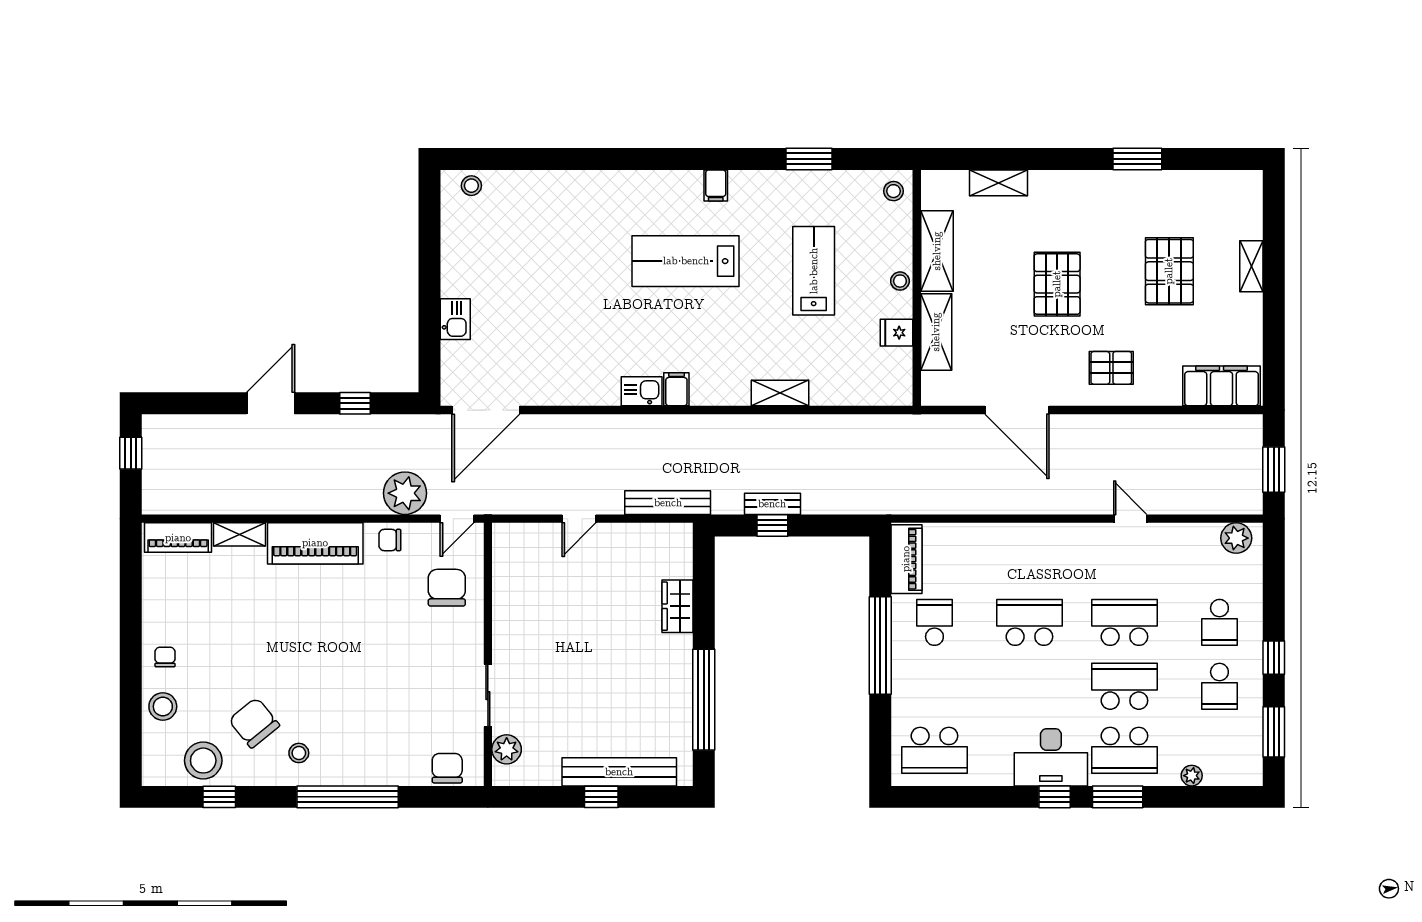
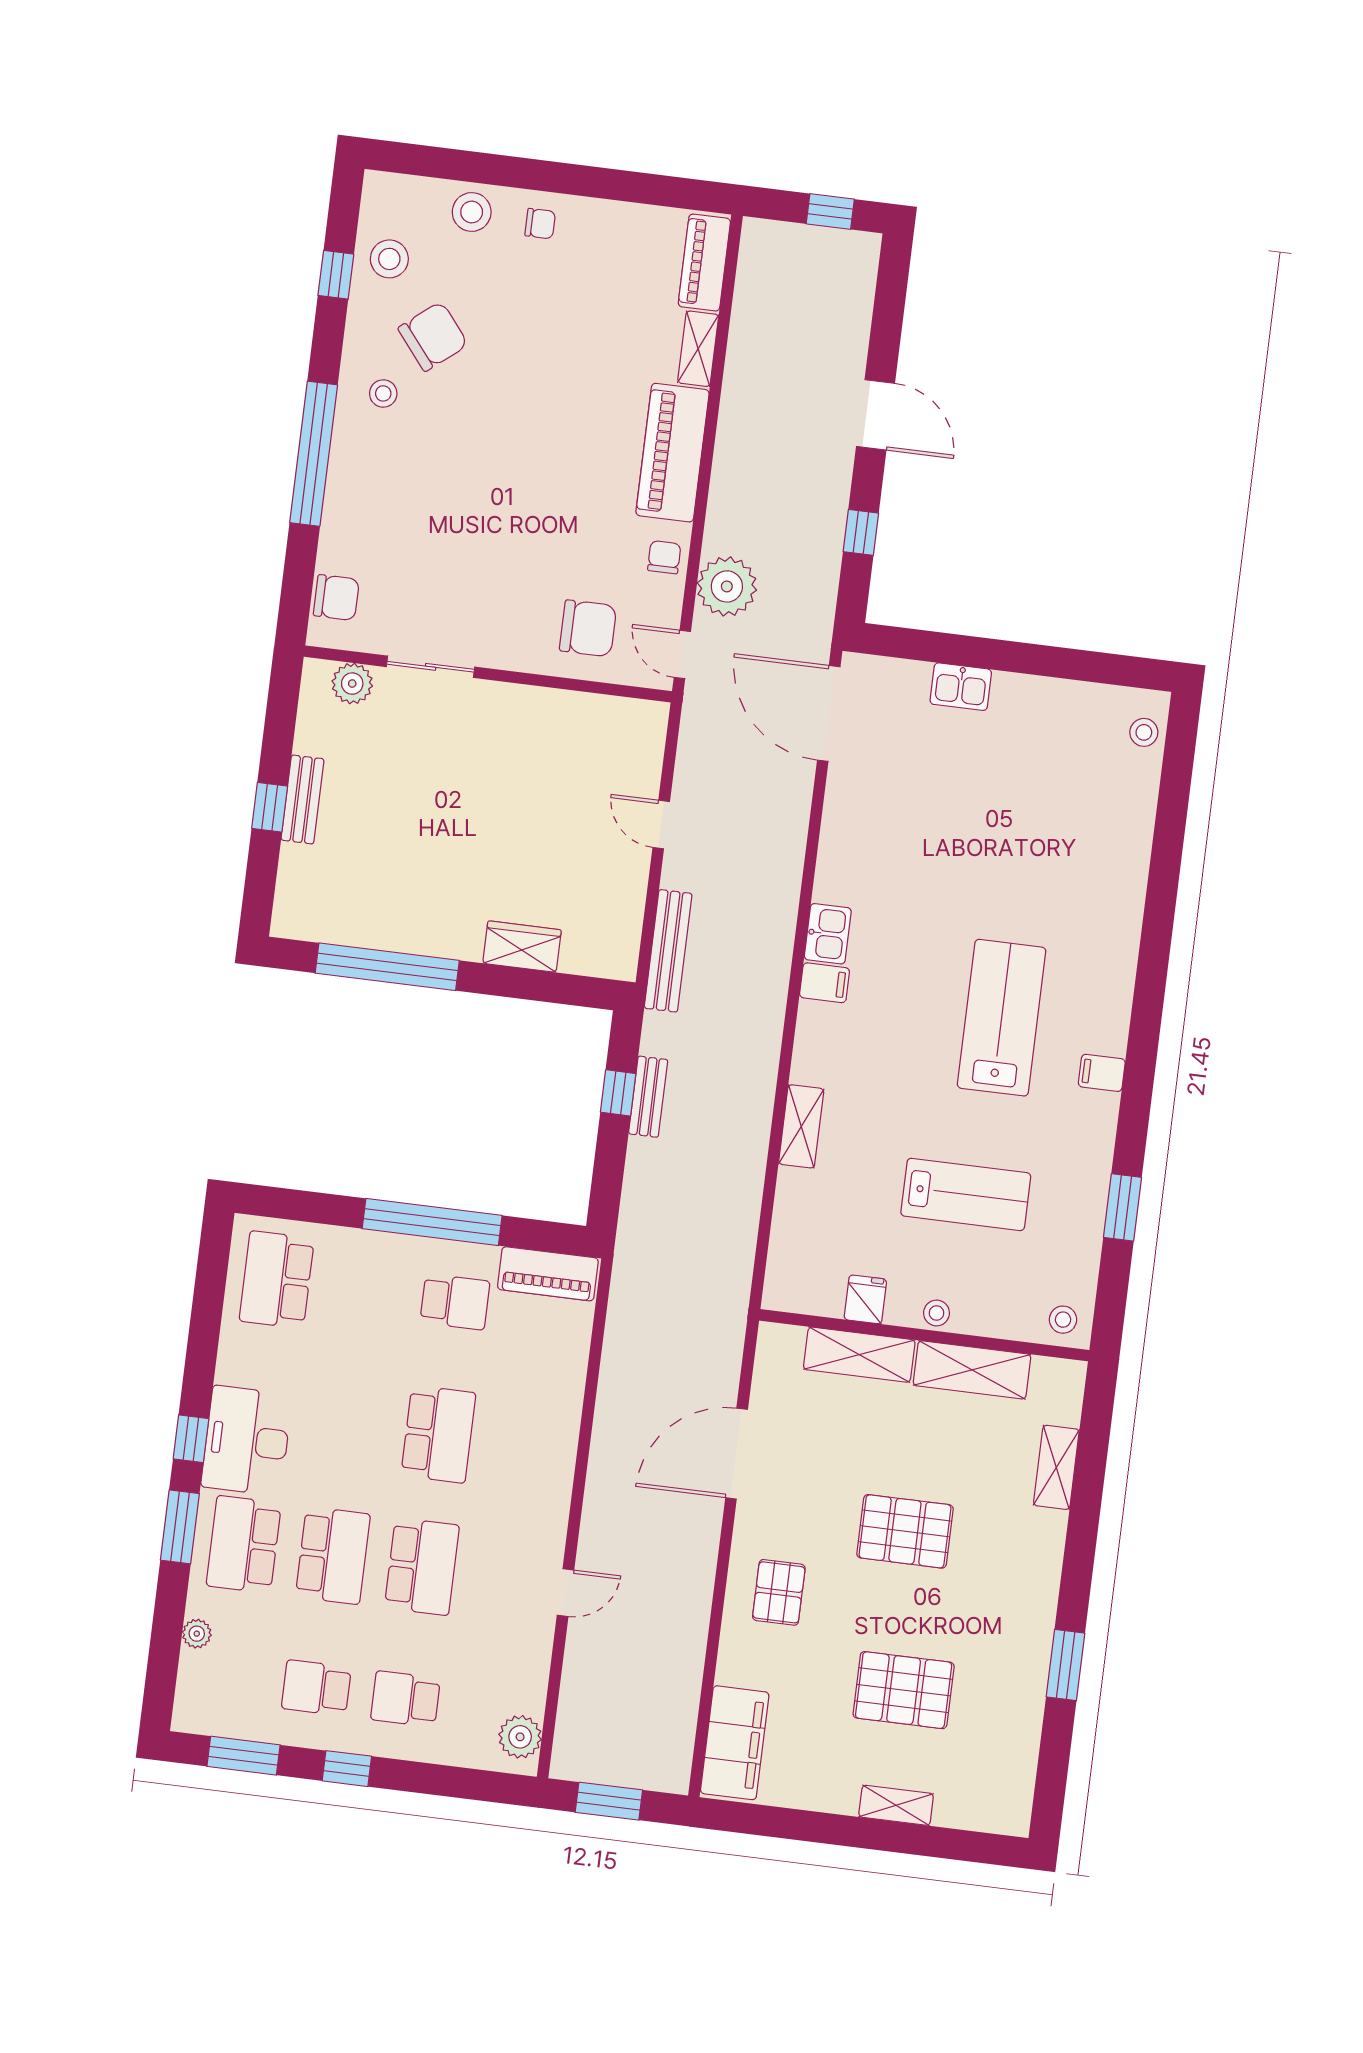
stool: (203, 761) -> (389, 259), width x0.73, depth x0.73
bench: (619, 772) -> (302, 799), width x0.54, depth x0.82

